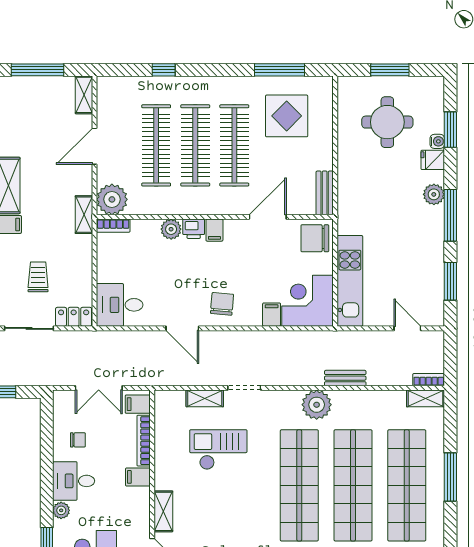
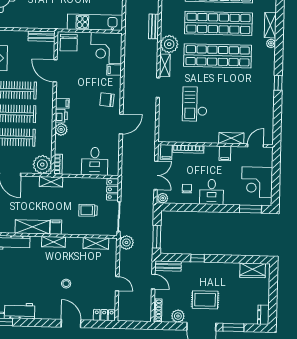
desk: (120, 305) -> (95, 161), moved
shelving: (205, 398) -> (165, 65), moved
filing cabinet: (138, 477) -> (225, 153), moved
plant: (61, 510) -> (163, 198), moved

